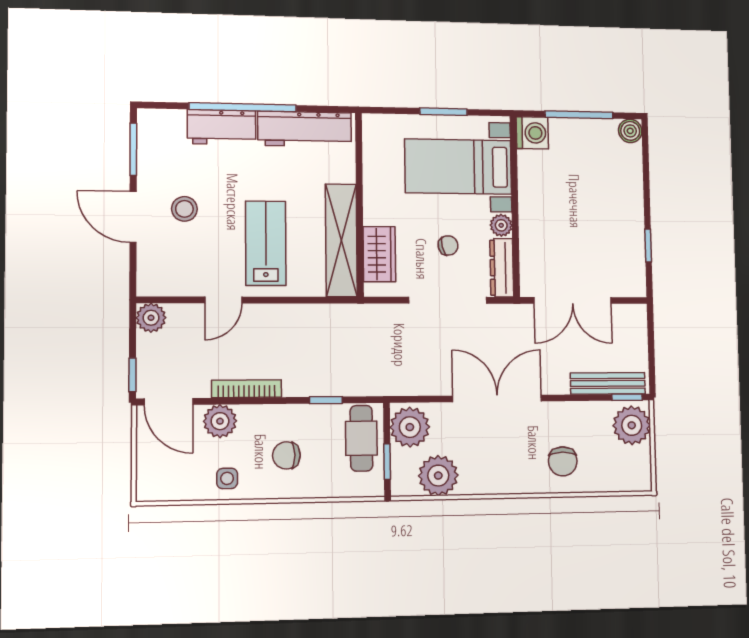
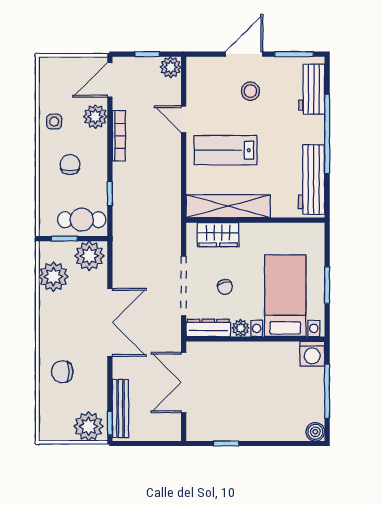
workbench: (222, 127) -> (312, 89), moved
lab bench: (266, 243) -> (226, 150), turned 180
window: (132, 375) -> (147, 54), moved

